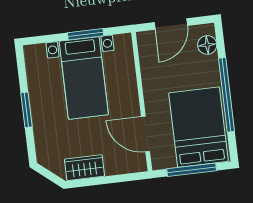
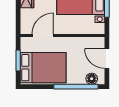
window: (226, 95) -> (76, 87), moved
window: (192, 170) -> (18, 60), width x0.69

